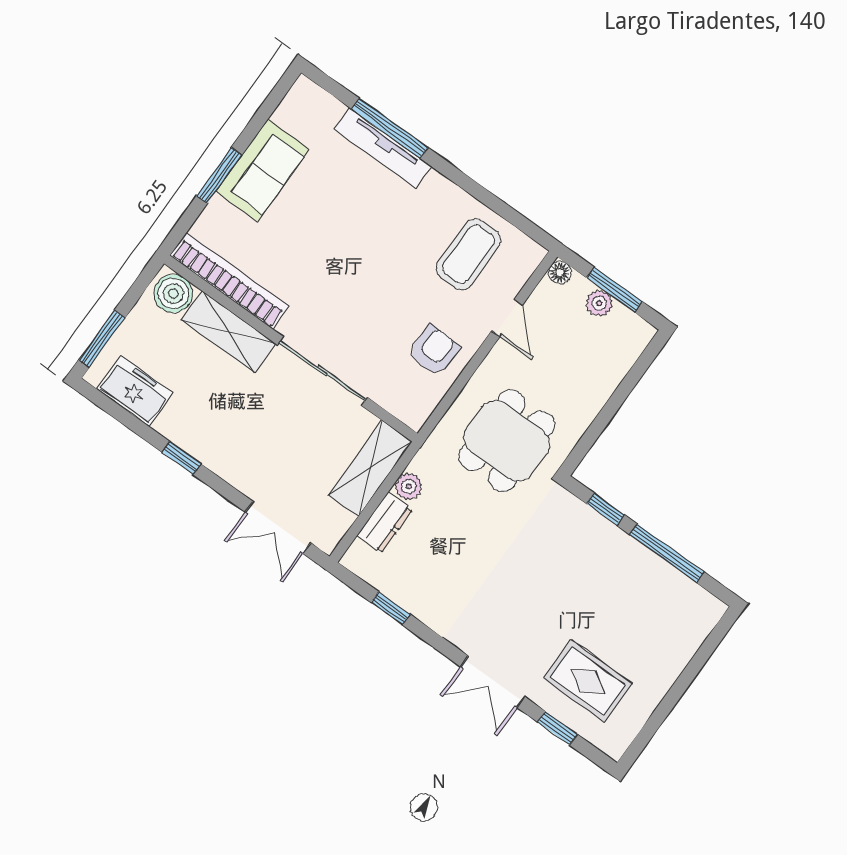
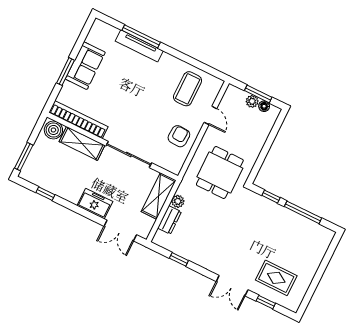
floor lamp: (560, 272) -> (264, 106), moved
freezer: (135, 391) -> (95, 204), moved
window: (181, 458) -> (45, 194), moved

